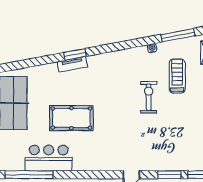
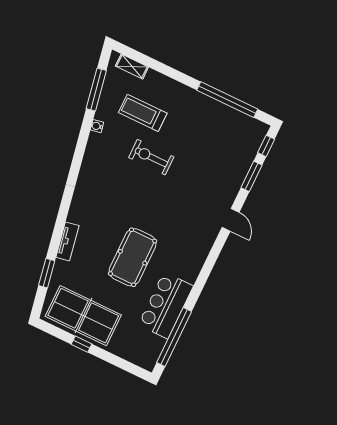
window: (75, 54) -> (47, 273), moved
tv unit: (72, 64) -> (67, 241), moved

